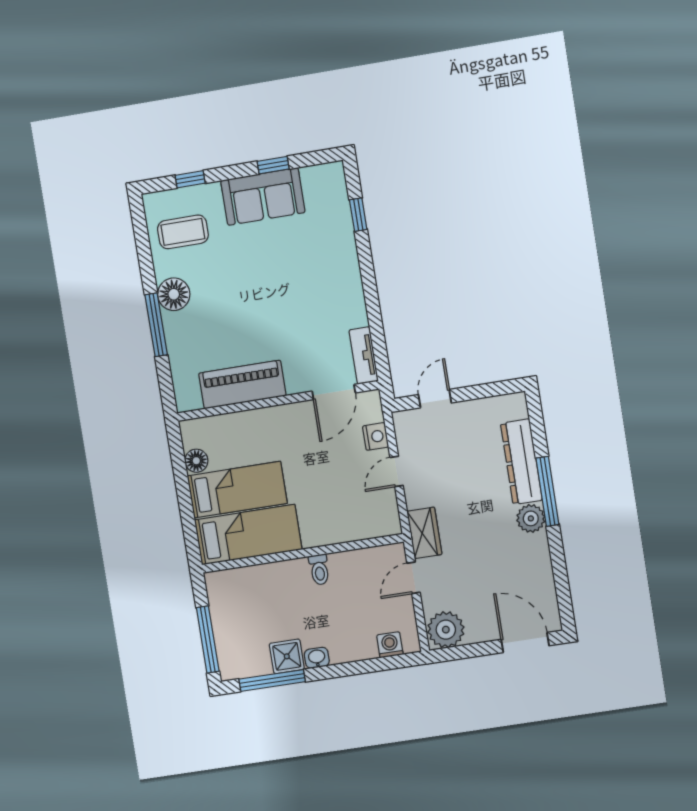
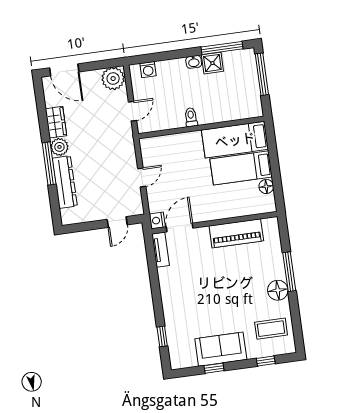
nightstand: (376, 436) -> (157, 220), moved
wardrobe: (424, 533) -> (56, 122), moved, turned 180

